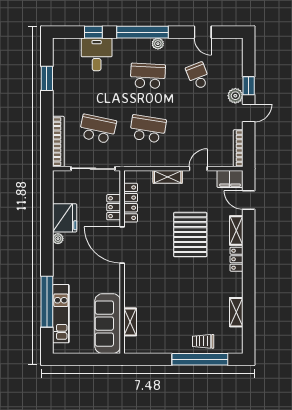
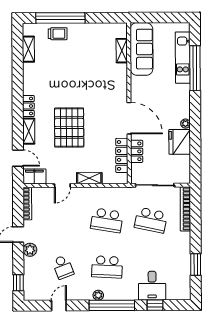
door: (203, 32) -> (59, 306), hinge flipped
window: (249, 86) -> (18, 283), moved
shelving: (236, 312) -> (28, 49), moved

